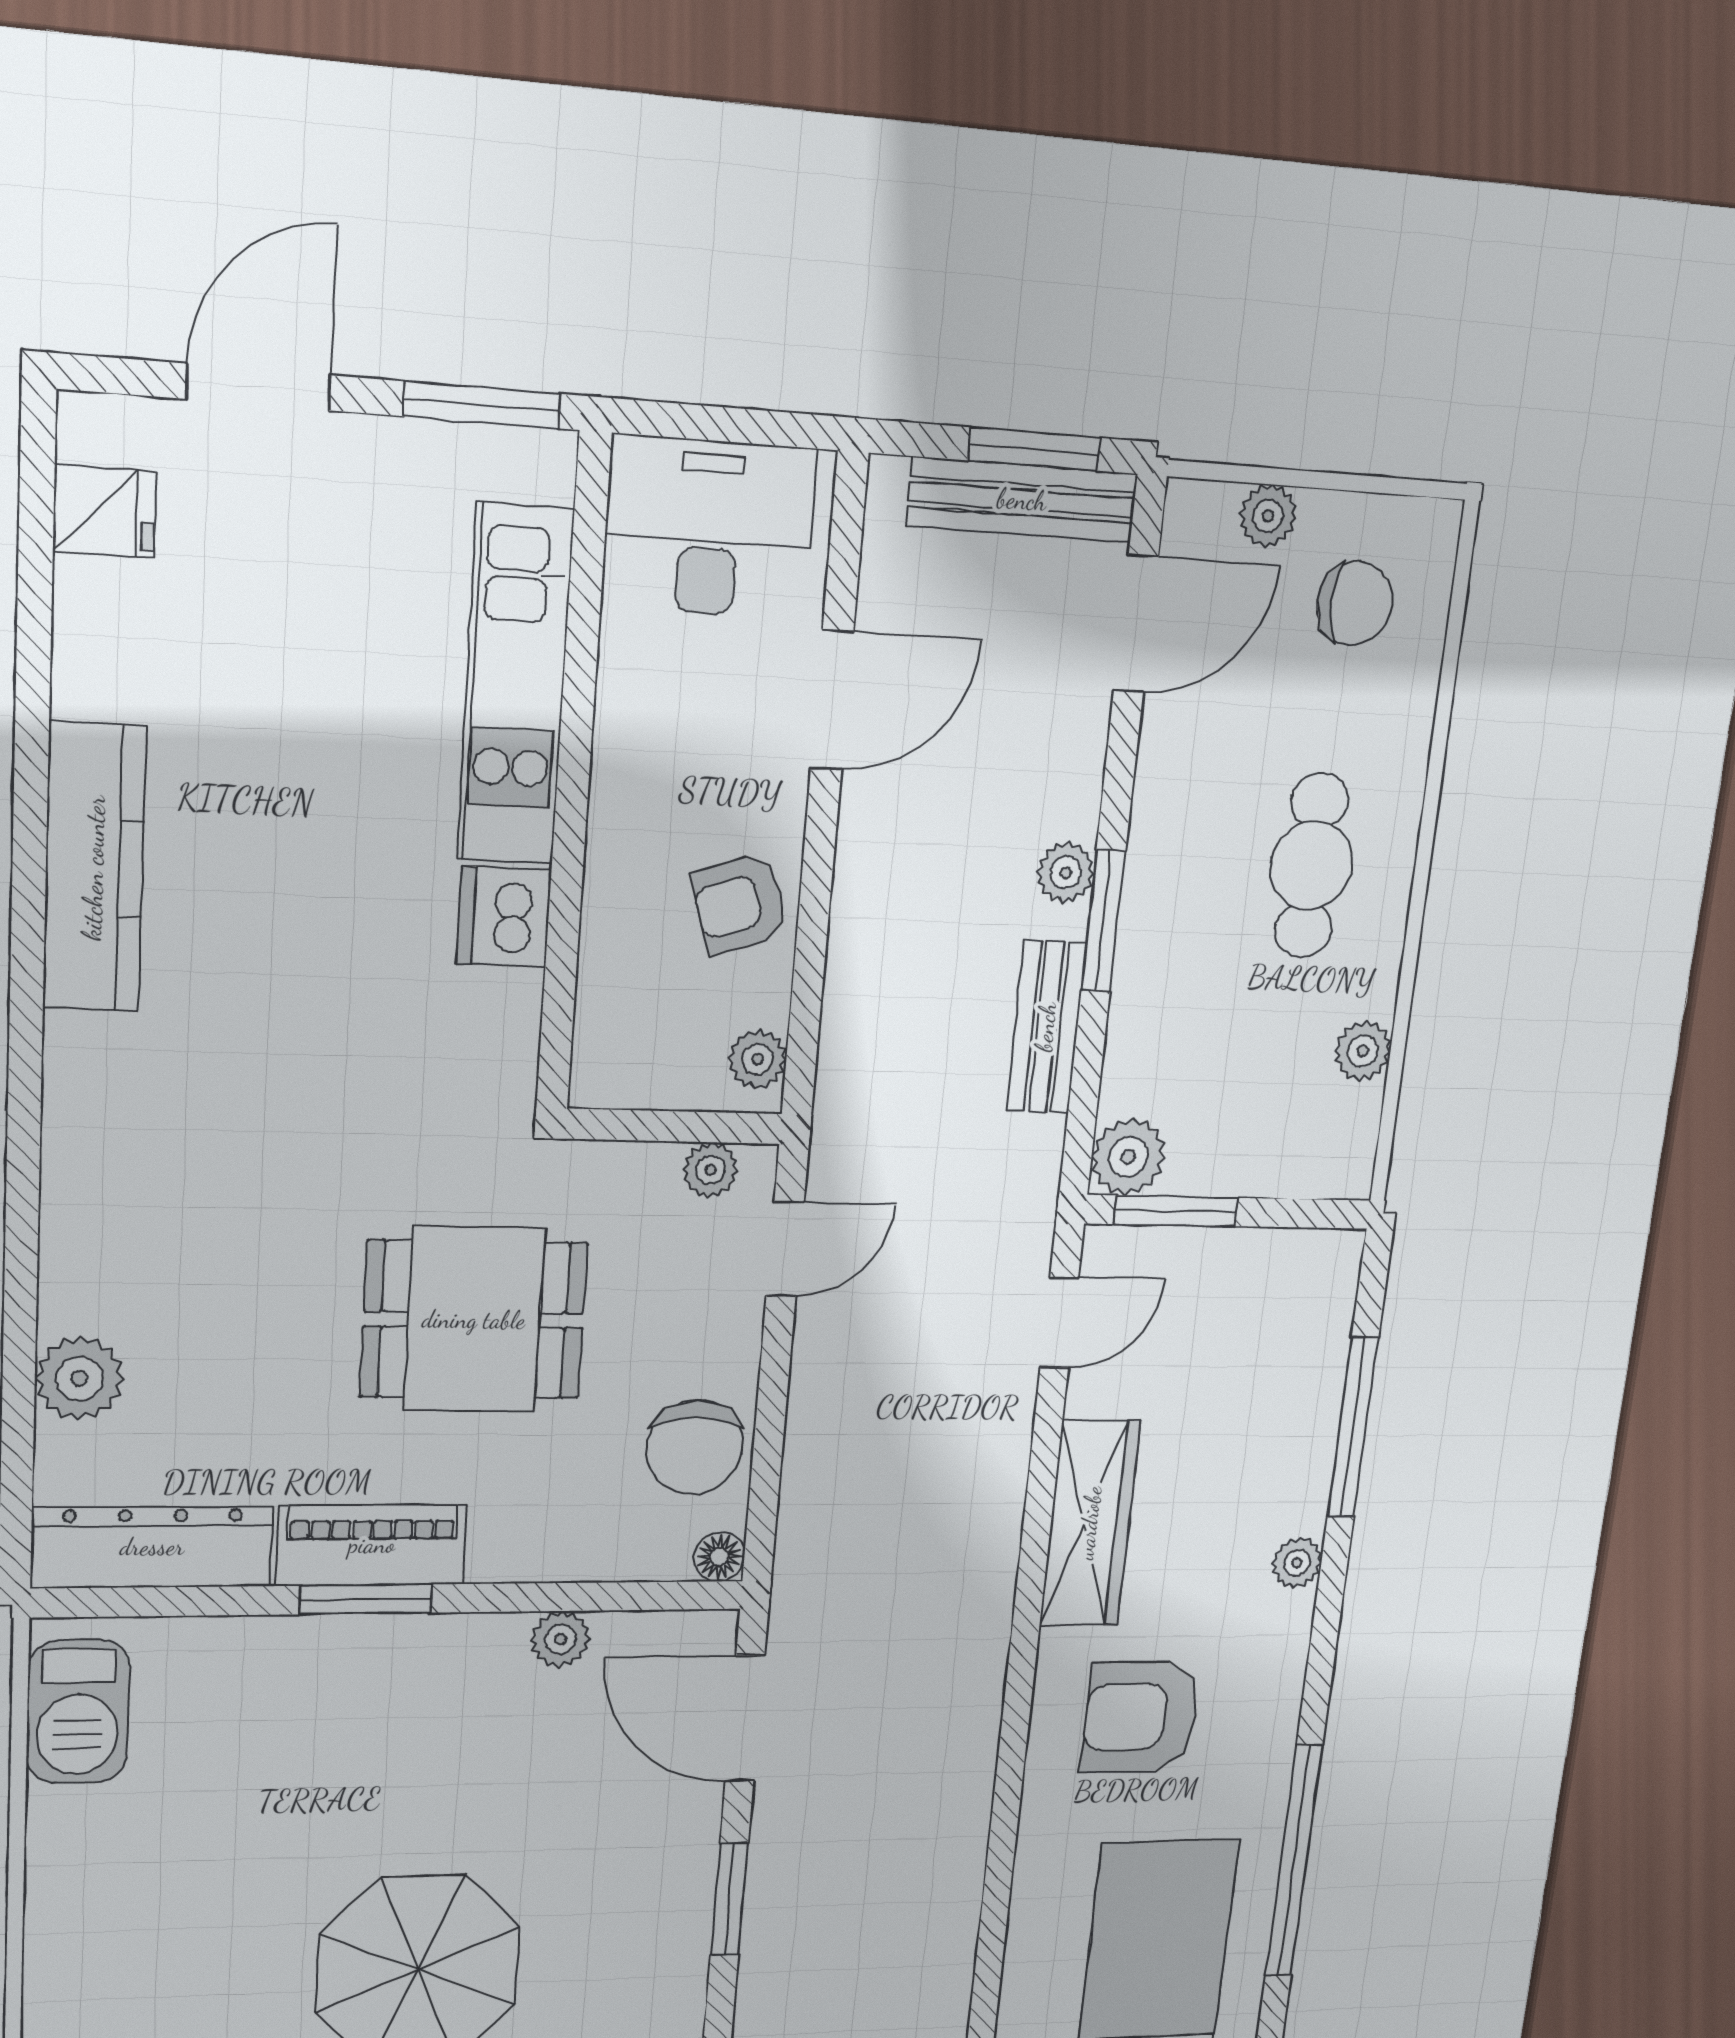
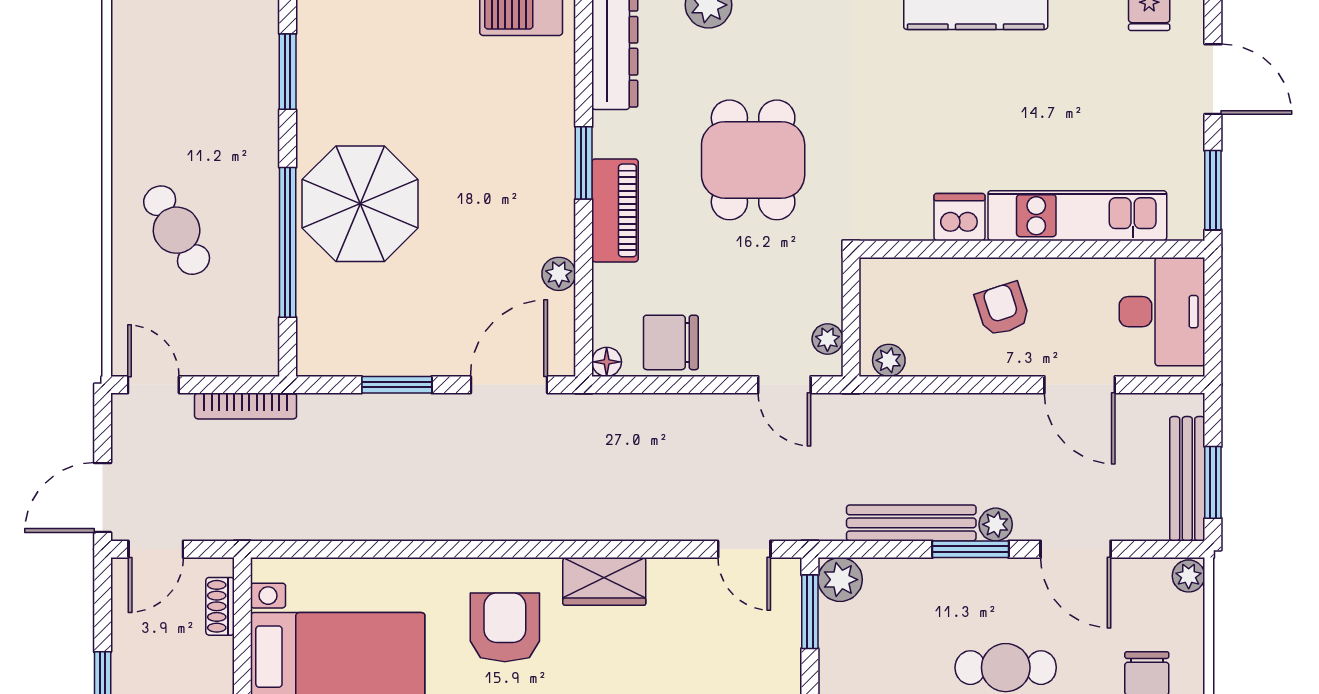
plant: (1268, 516) -> (1189, 576), moved
door: (1136, 624) -> (1076, 549), moved
armchair: (740, 904) -> (1002, 309), moved
bench: (1046, 1027) -> (911, 523), width x1.36
dining table: (474, 1320) -> (753, 160), moved
wardrobe: (1090, 1523) -> (604, 581), width x0.67
piano: (372, 1545) -> (615, 210), moved

